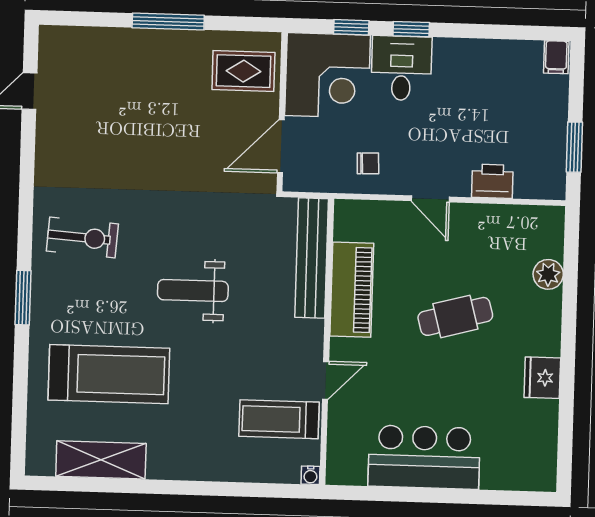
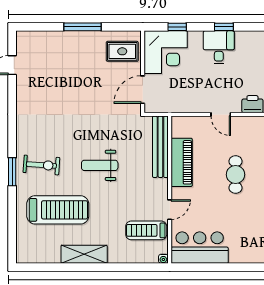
window: (411, 29) -> (224, 27), moved
desk: (401, 68) -> (219, 47), moved
chair: (368, 163) -> (188, 97), removed
exercise bike: (82, 237) -> (41, 165), moved
cafe table: (455, 316) -> (236, 175), turned -75
bar counter: (424, 457) -> (200, 248), moved
shelving: (101, 460) -> (84, 254), moved

